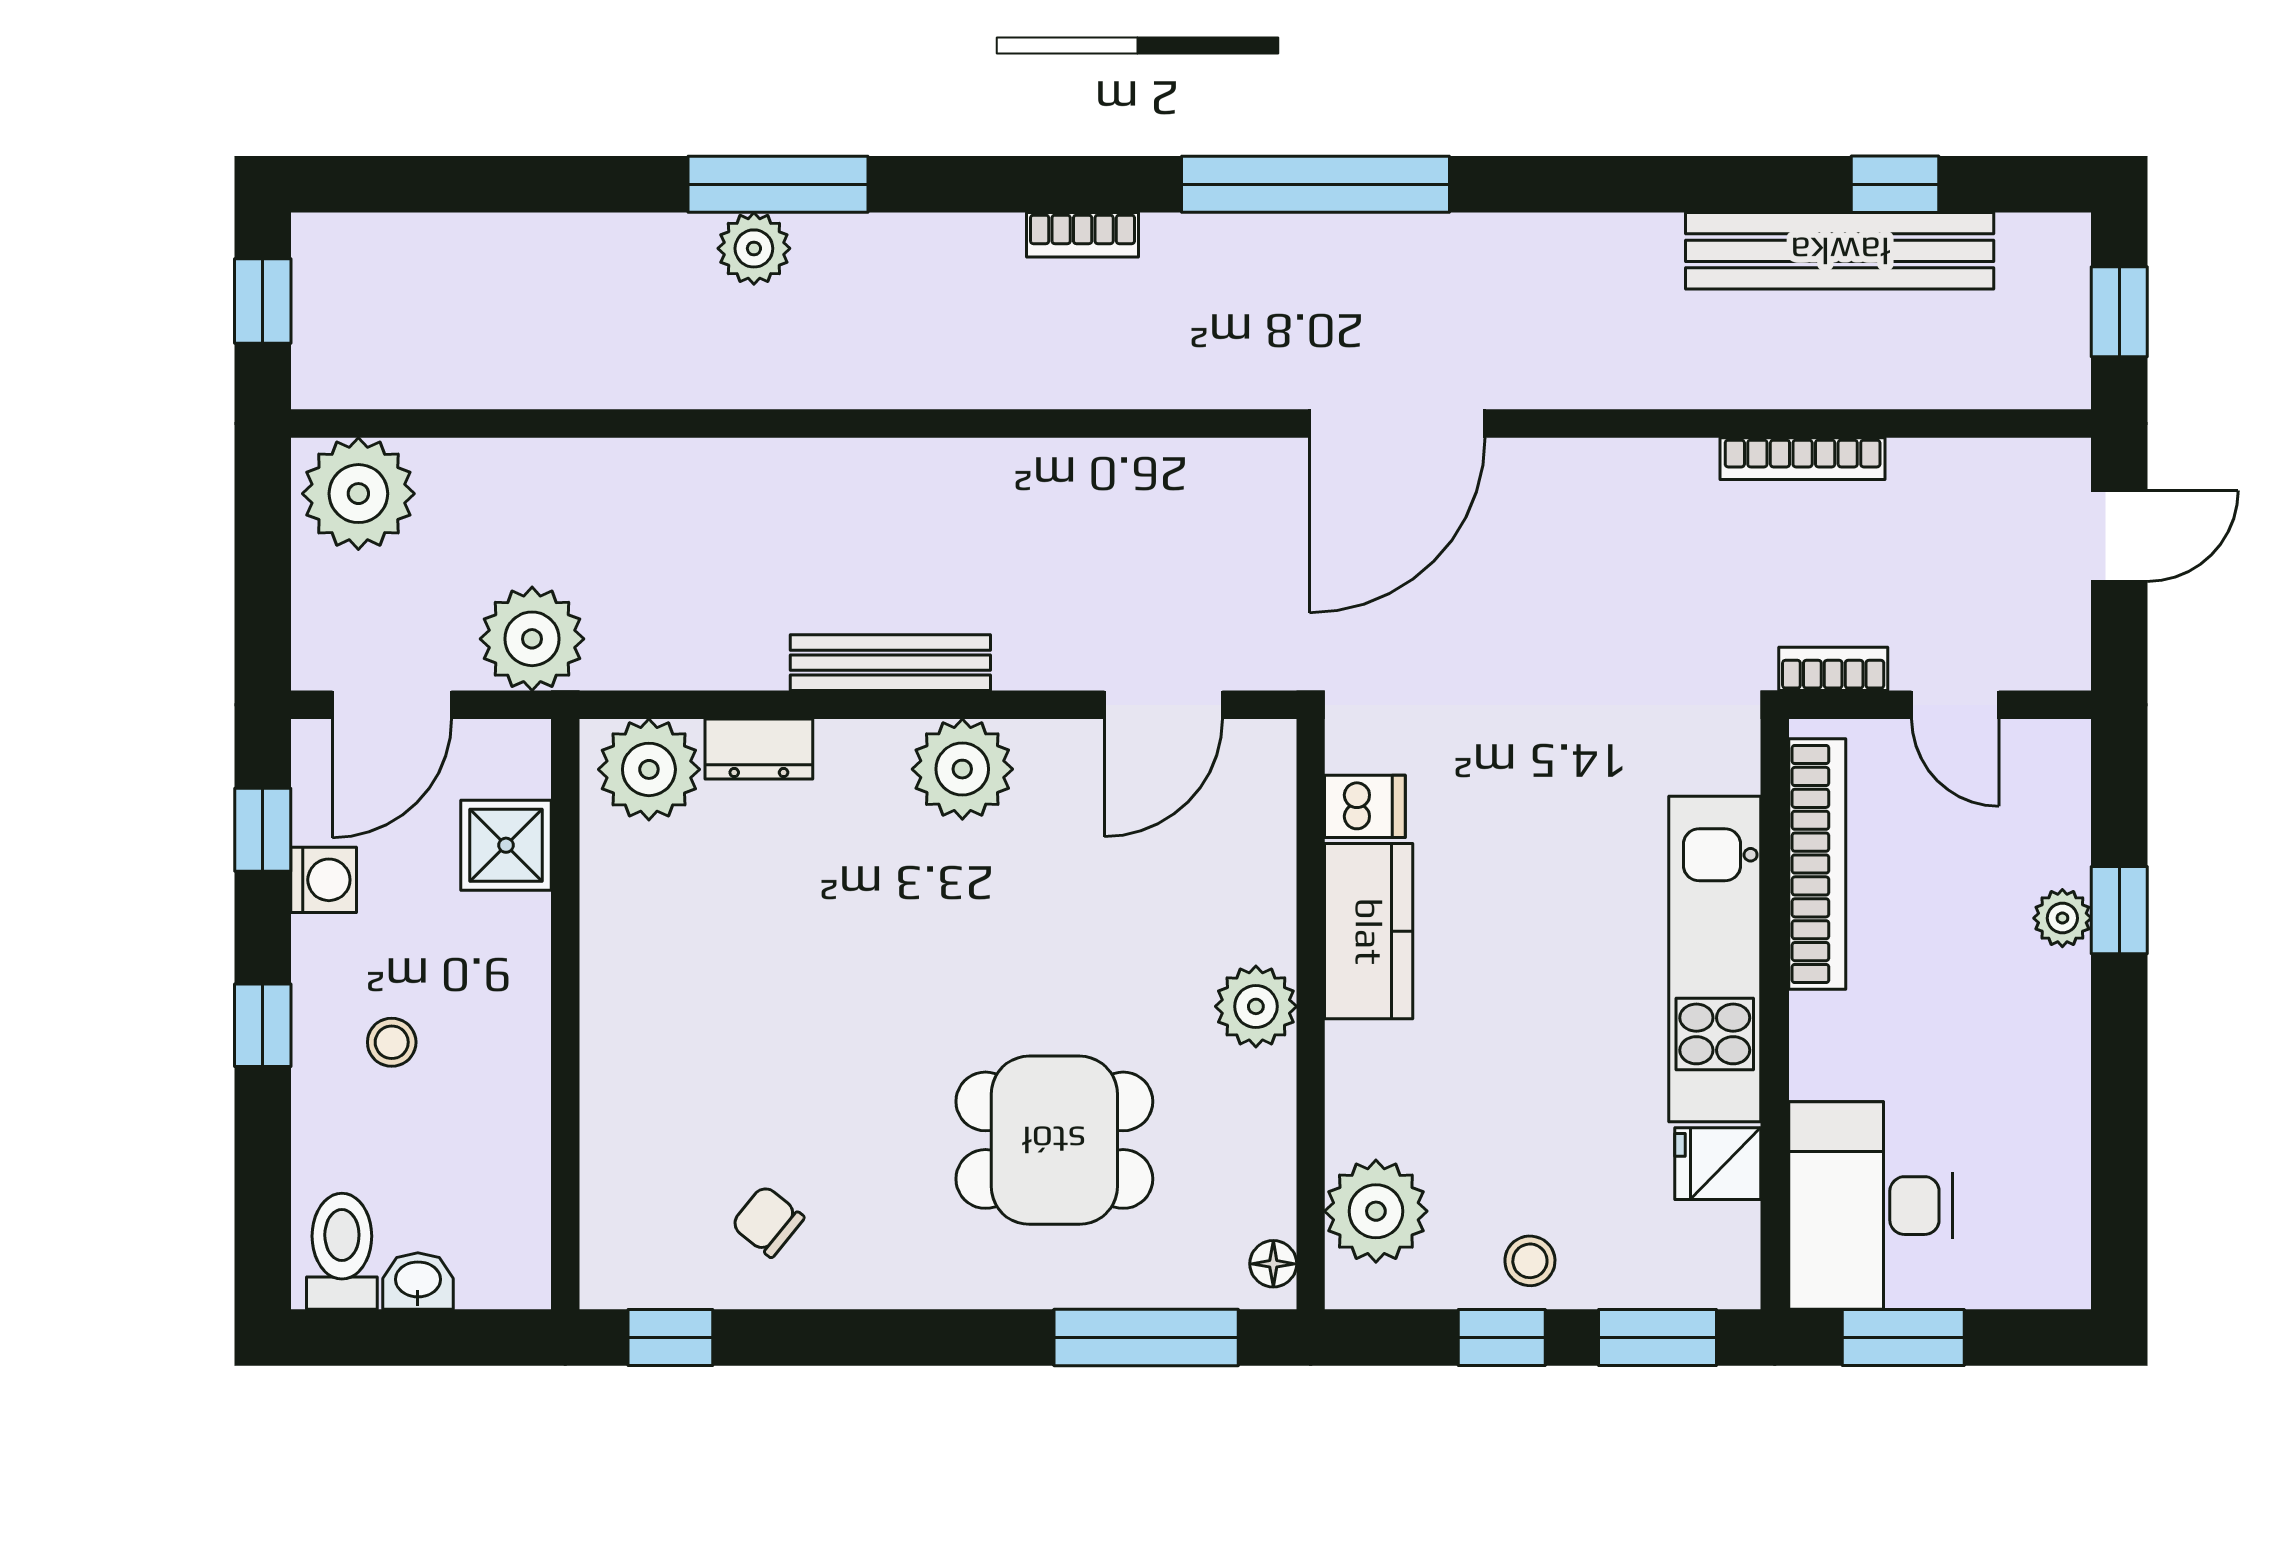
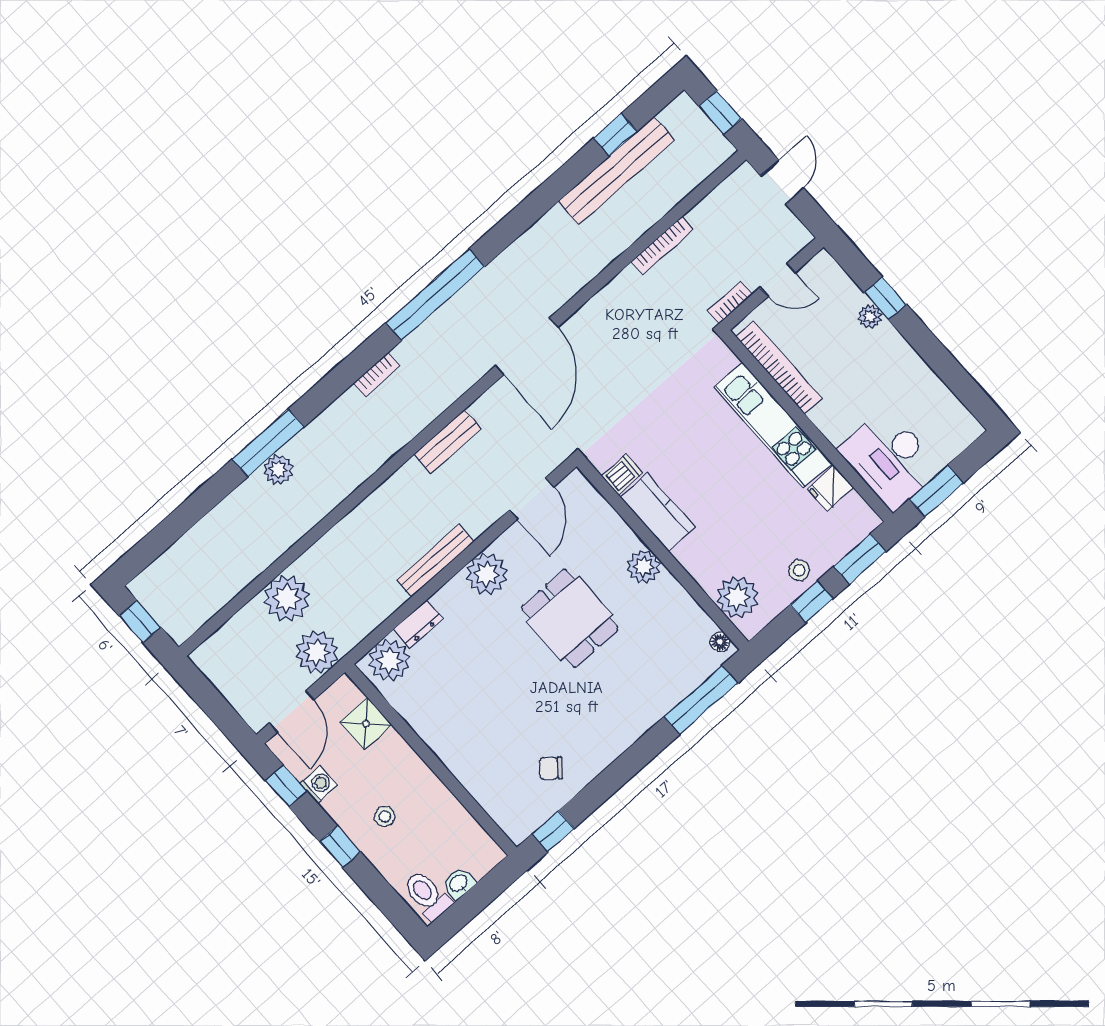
bench: (1103, 468) -> (447, 442), added
plant: (358, 494) -> (287, 598), moved
dining table: (1054, 1140) -> (570, 618), moved, turned 90

